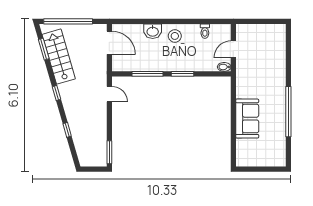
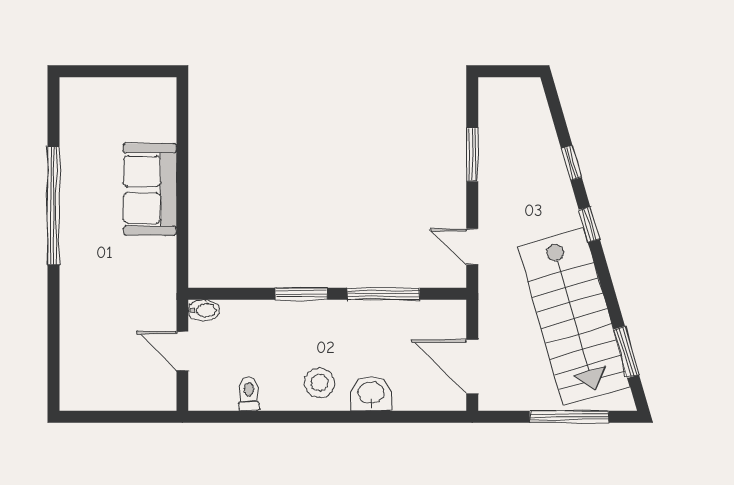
window: (68, 21) -> (569, 417), width x0.68
door: (233, 49) -> (182, 351), swing flipped
stairs: (59, 57) -> (574, 316), width x1.36, depth x1.51
window: (56, 93) -> (589, 224), moved
window: (109, 152) -> (472, 155), moved

